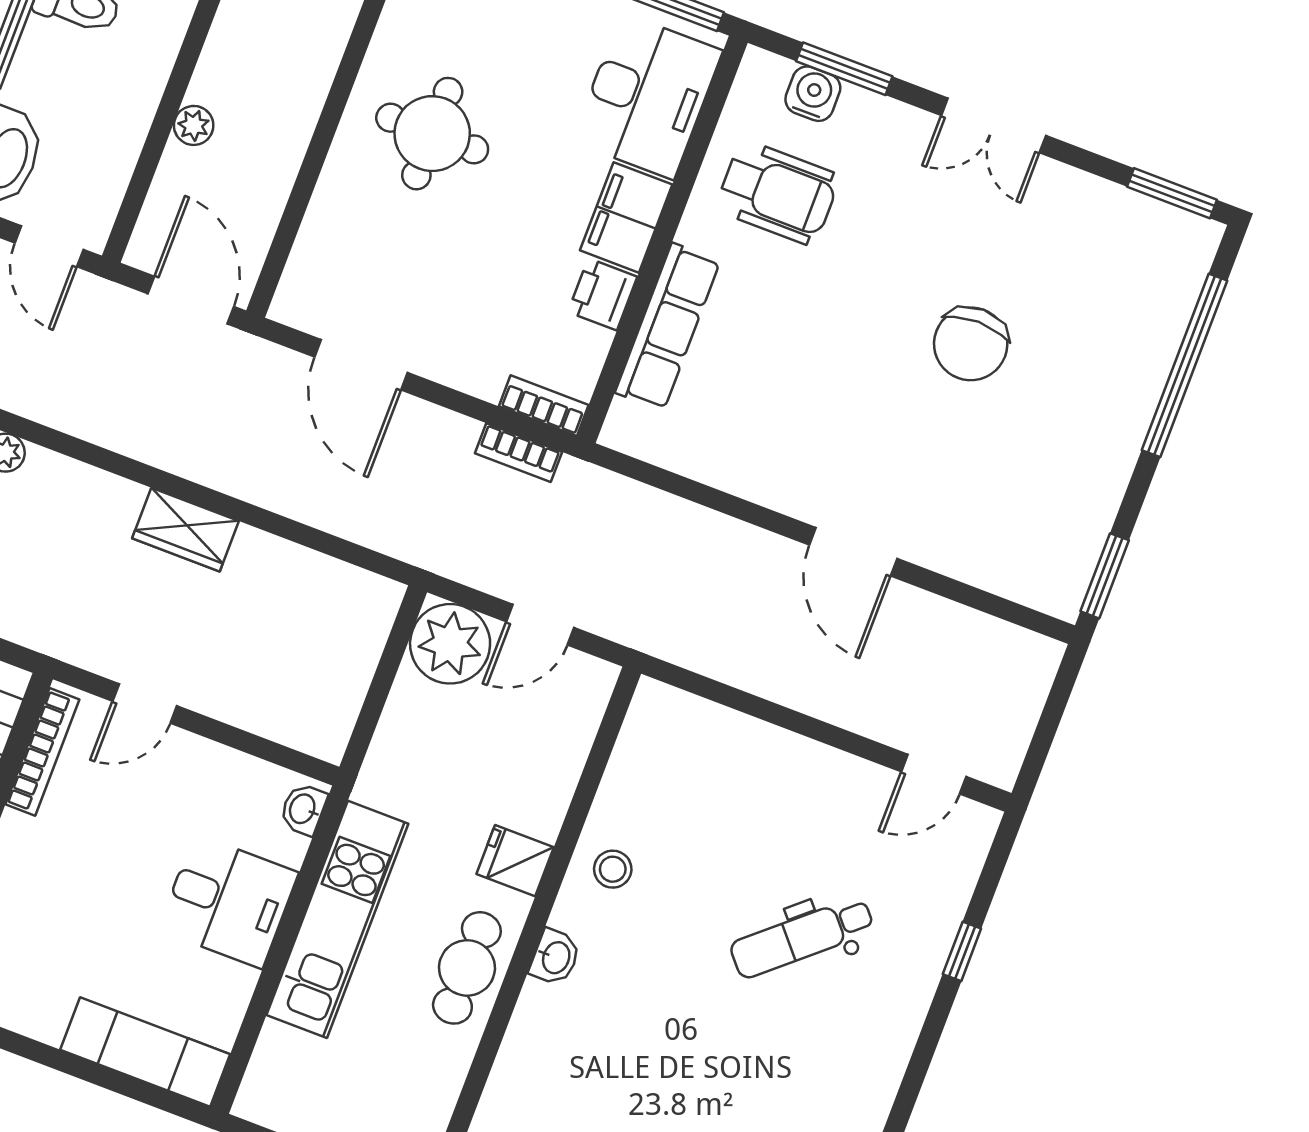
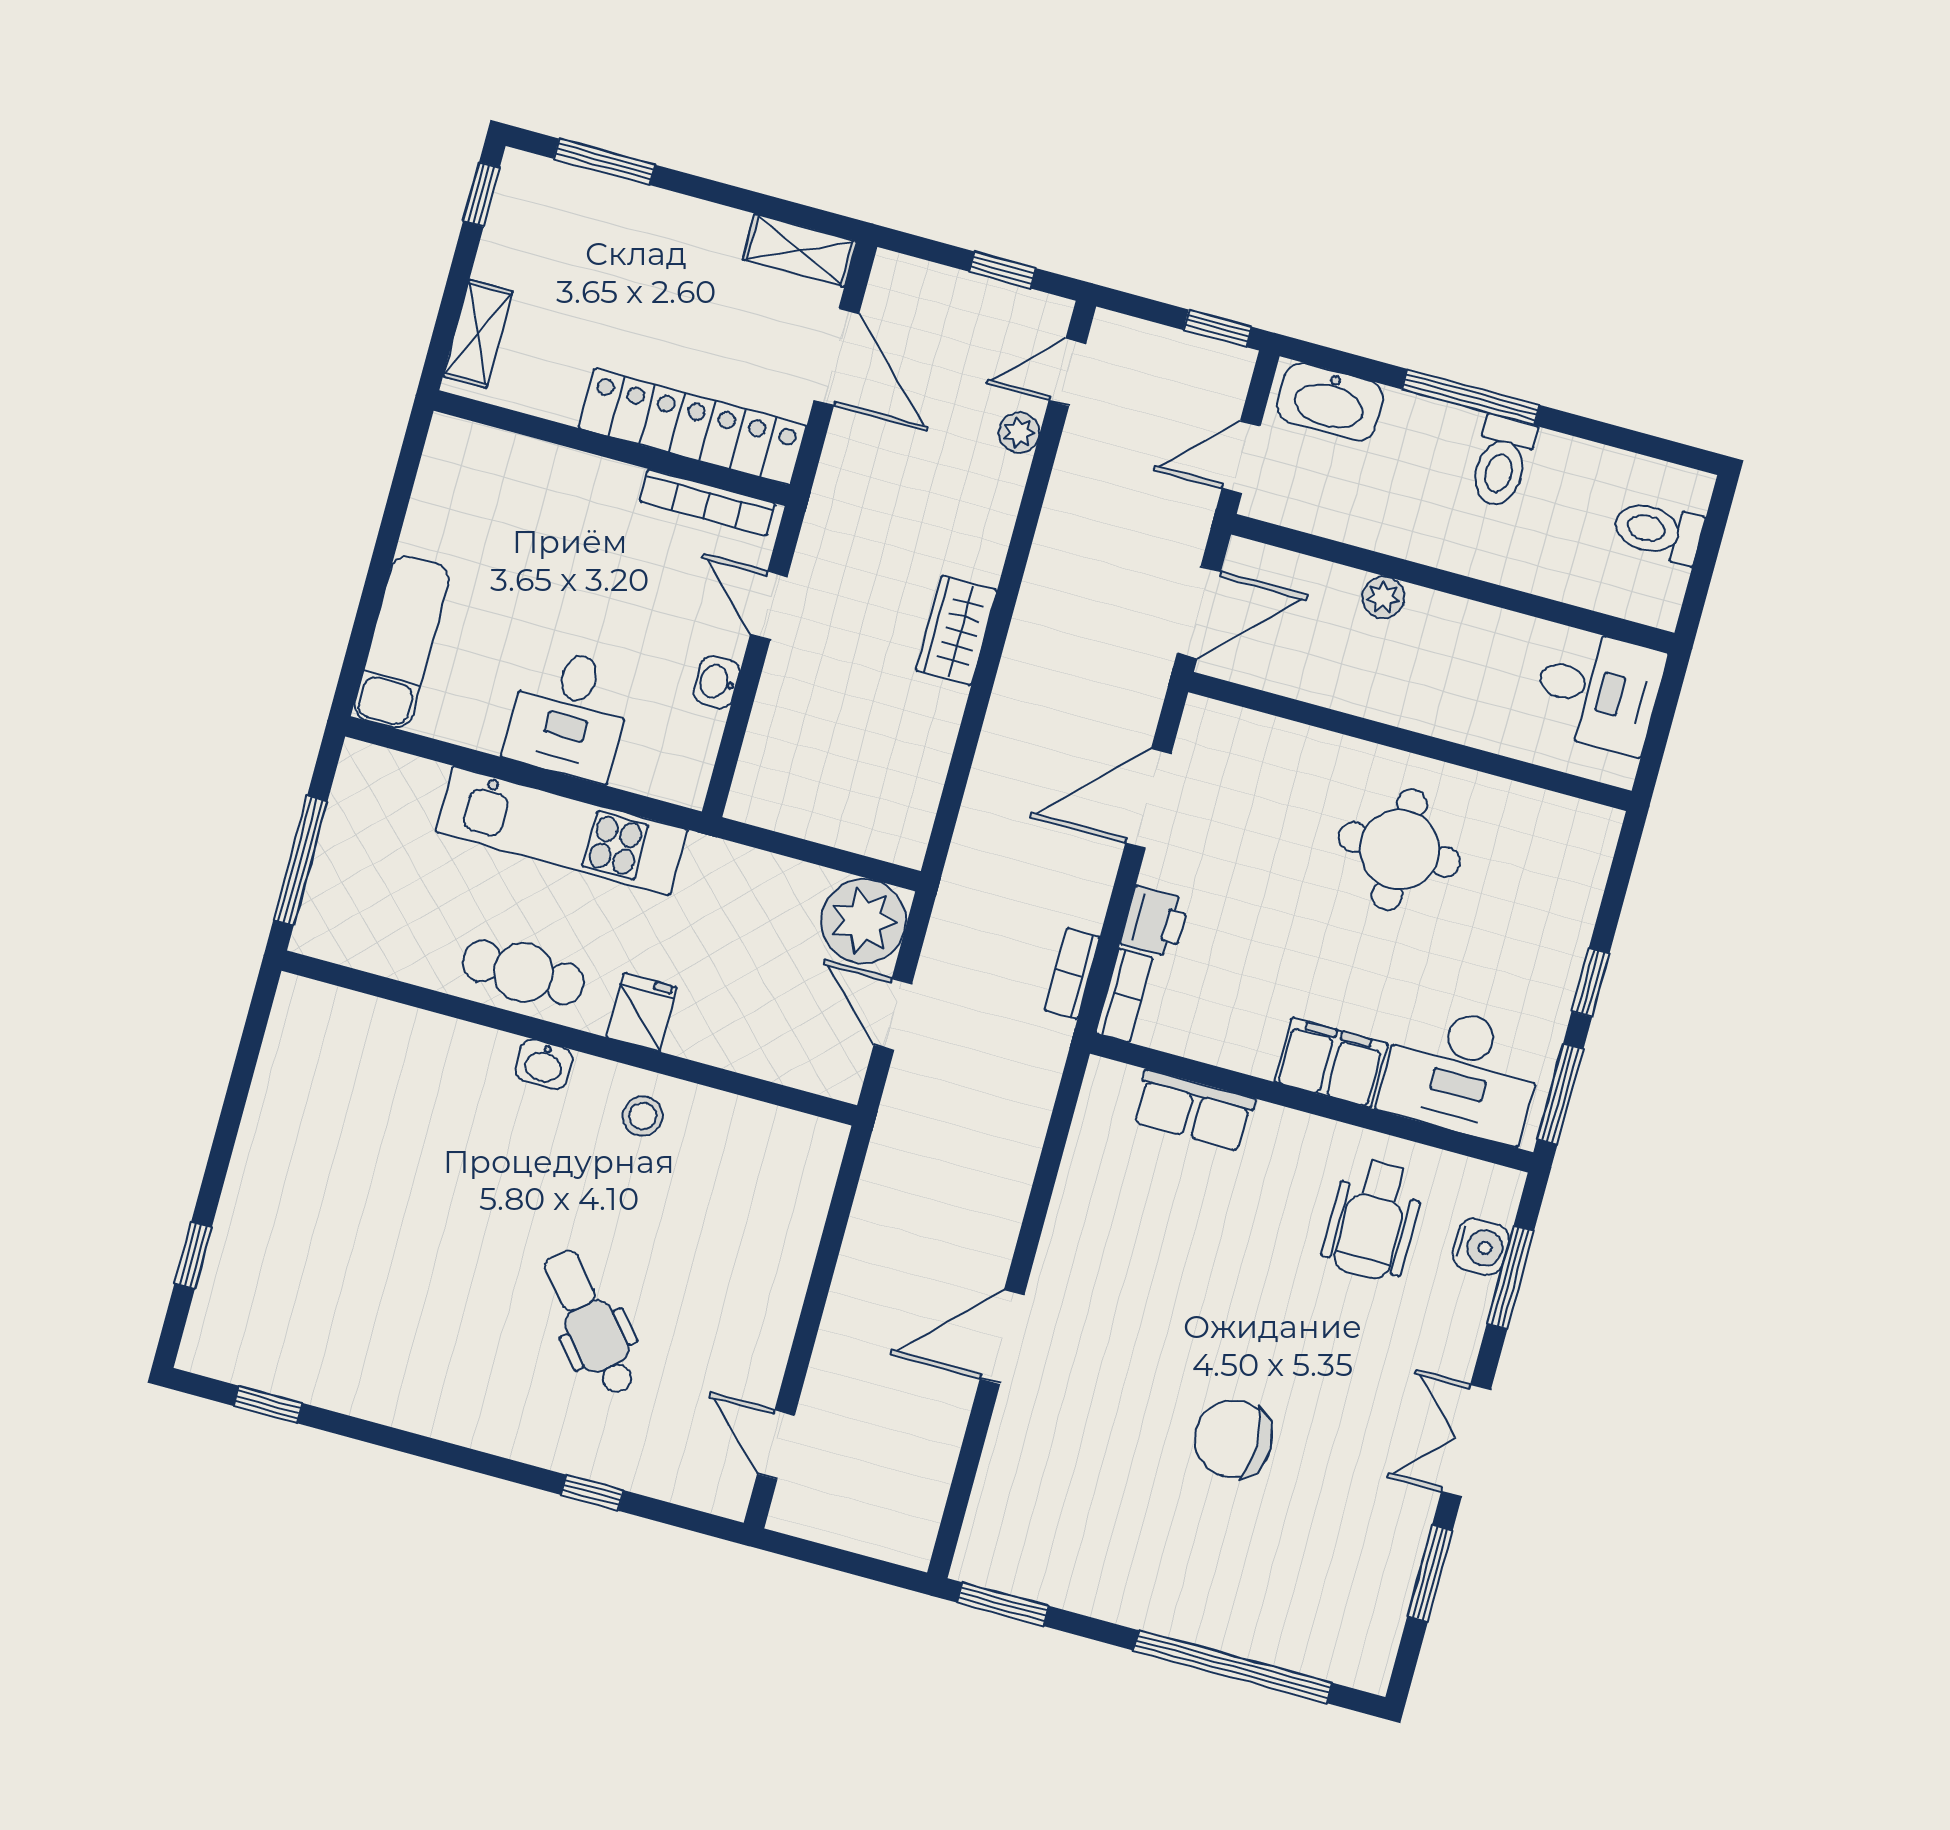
window: (1172, 193) -> (1430, 1573), moved
printer: (603, 294) -> (1155, 922), moved, turned 90
row of seats: (668, 327) -> (1194, 1110), width x0.68
washbasin: (303, 809) -> (717, 682), moved, turned -90

